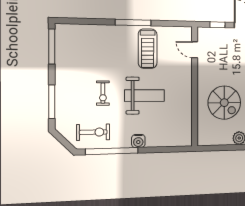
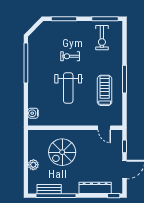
treadmill: (148, 49) -> (105, 90), turned 90
door: (195, 50) -> (104, 128), swing flipped
exercise bike: (93, 132) -> (102, 38), moved
water cooler: (138, 141) -> (33, 113), moved

